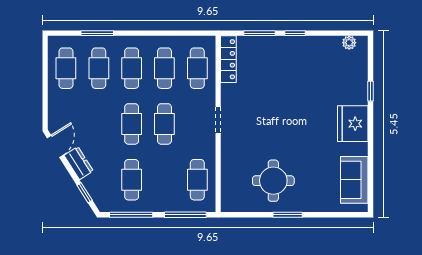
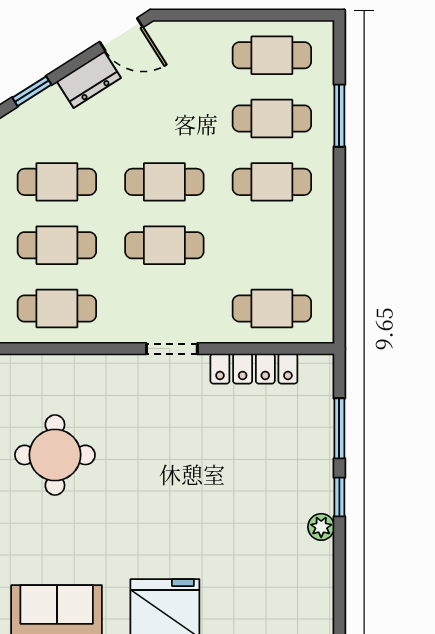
plant: (349, 43) -> (321, 527), moved
locker: (228, 59) -> (254, 369), moved
cafe table: (164, 68) -> (57, 245), moved

